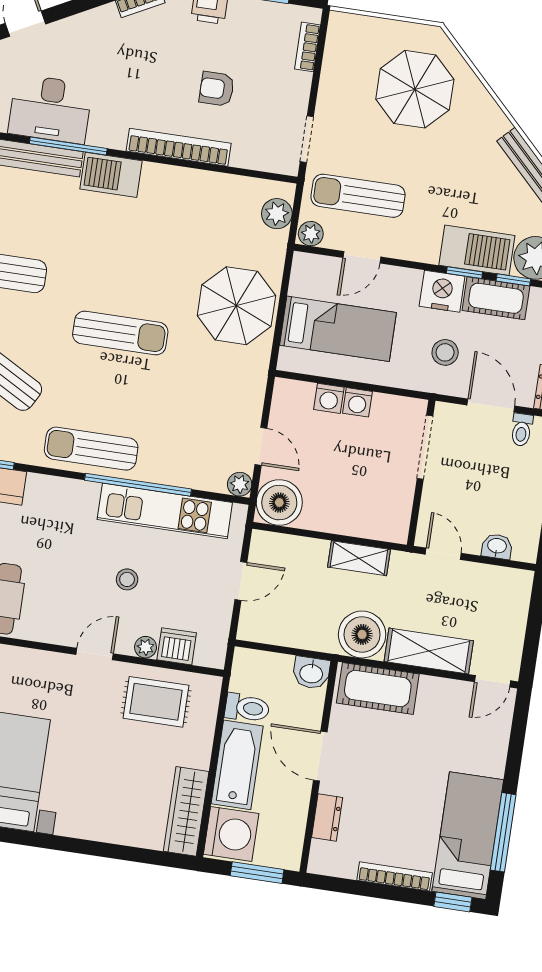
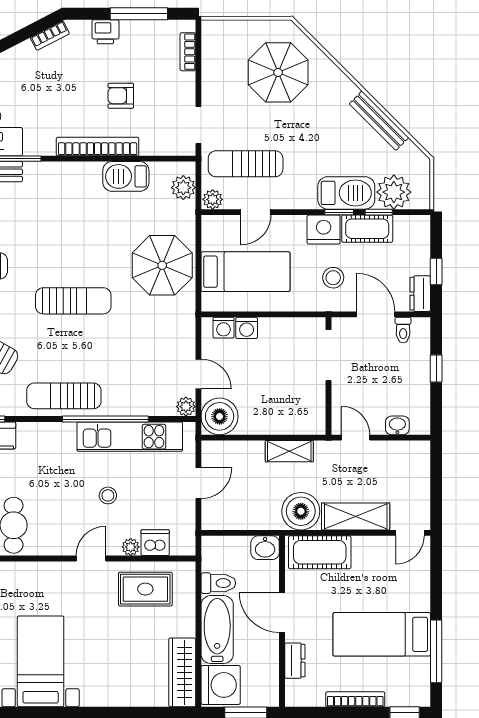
barbecue: (111, 175) -> (126, 176), moved
washing machine: (357, 402) -> (223, 328), moved
bed: (468, 836) -> (382, 634), moved, turned -90

